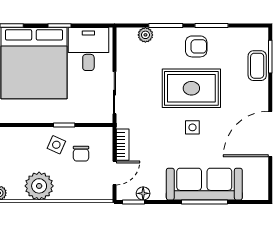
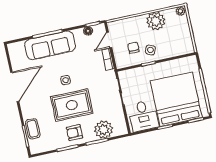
plant: (145, 35) -> (104, 130), width x1.88, depth x1.88

